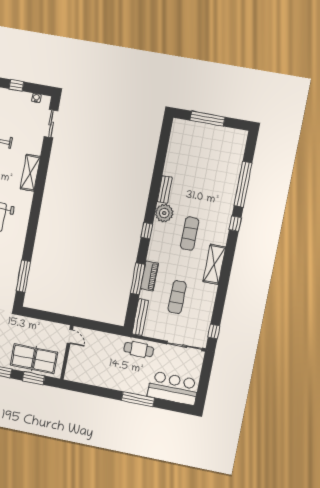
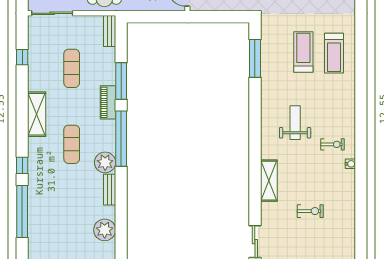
plant: (175, 156) -> (105, 230), added
window: (147, 231) -> (121, 139), width x3.17
piano: (150, 276) -> (108, 102), moved
bench: (140, 317) -> (110, 31), width x0.73
window: (214, 332) -> (22, 57), moved

